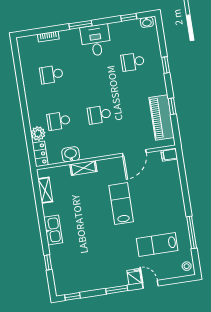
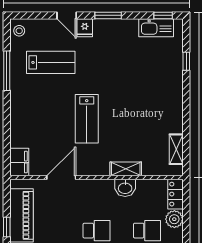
washbasin: (71, 154) -> (125, 188), moved
filing cabinet: (169, 155) -> (19, 162), width x2.00
kitchen sink: (53, 230) -> (156, 28), moved, turned -90

